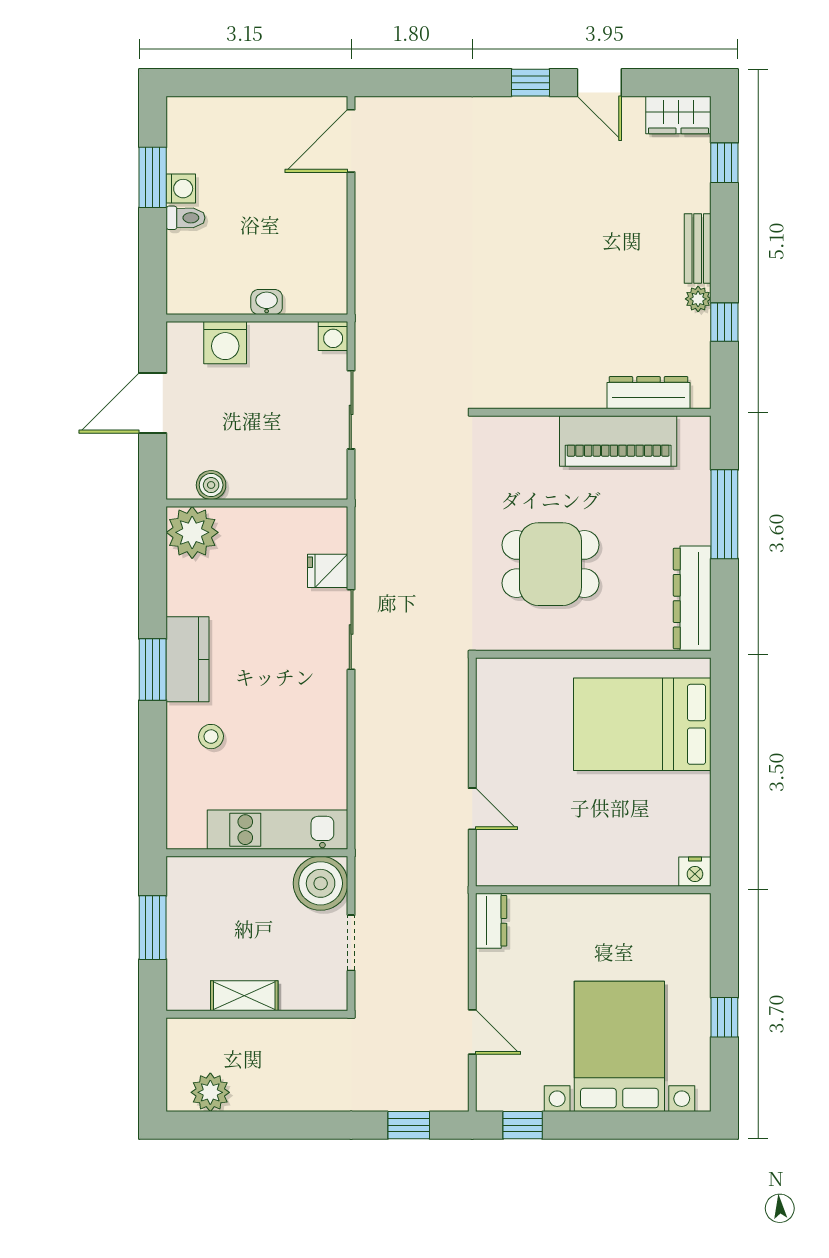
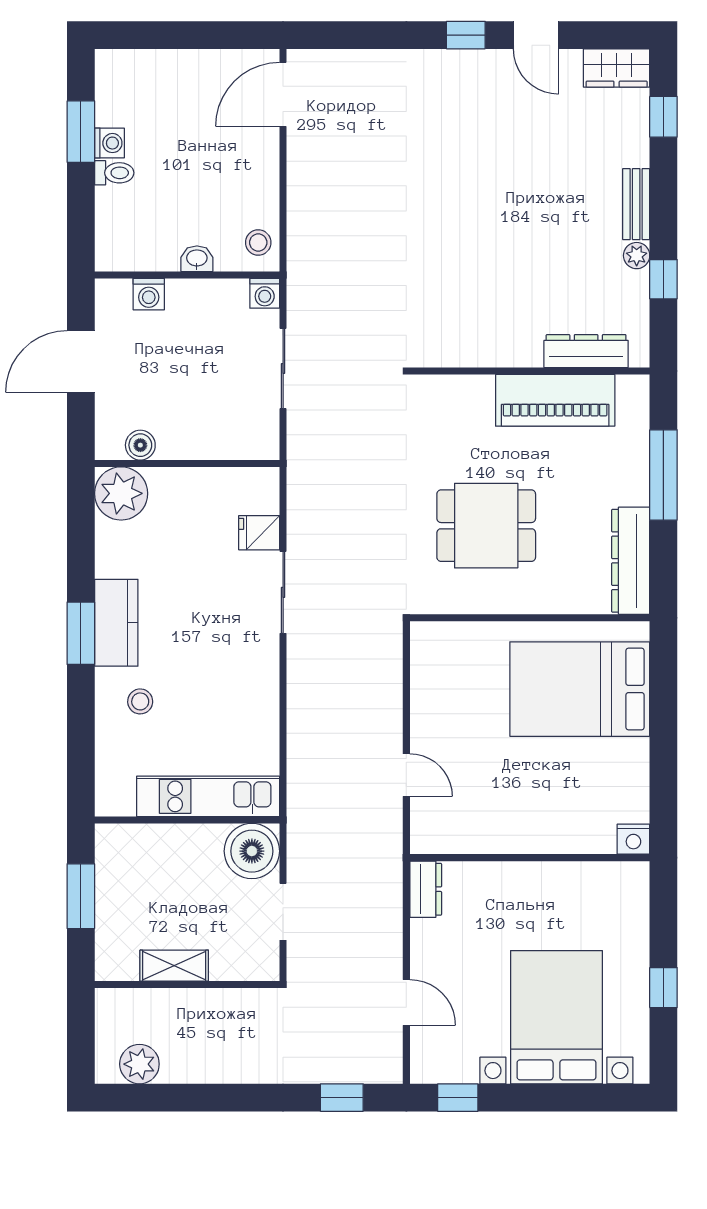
stool: (327, 286) -> (258, 242), added
washing machine: (225, 343) -> (149, 294), width x0.73, depth x0.73

